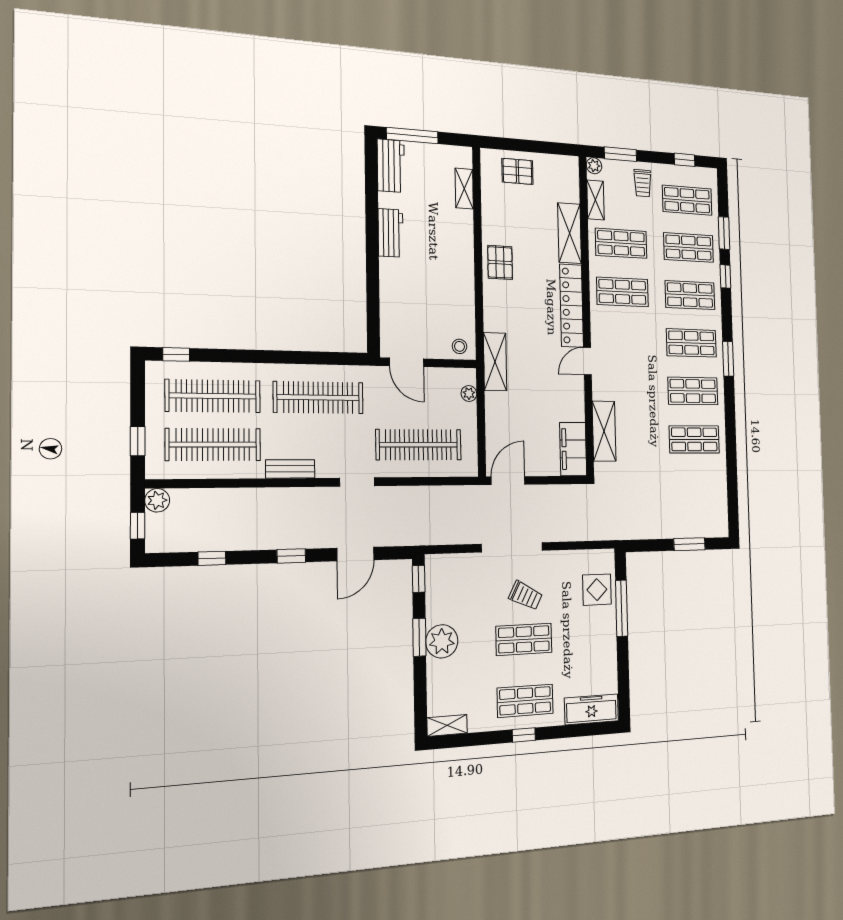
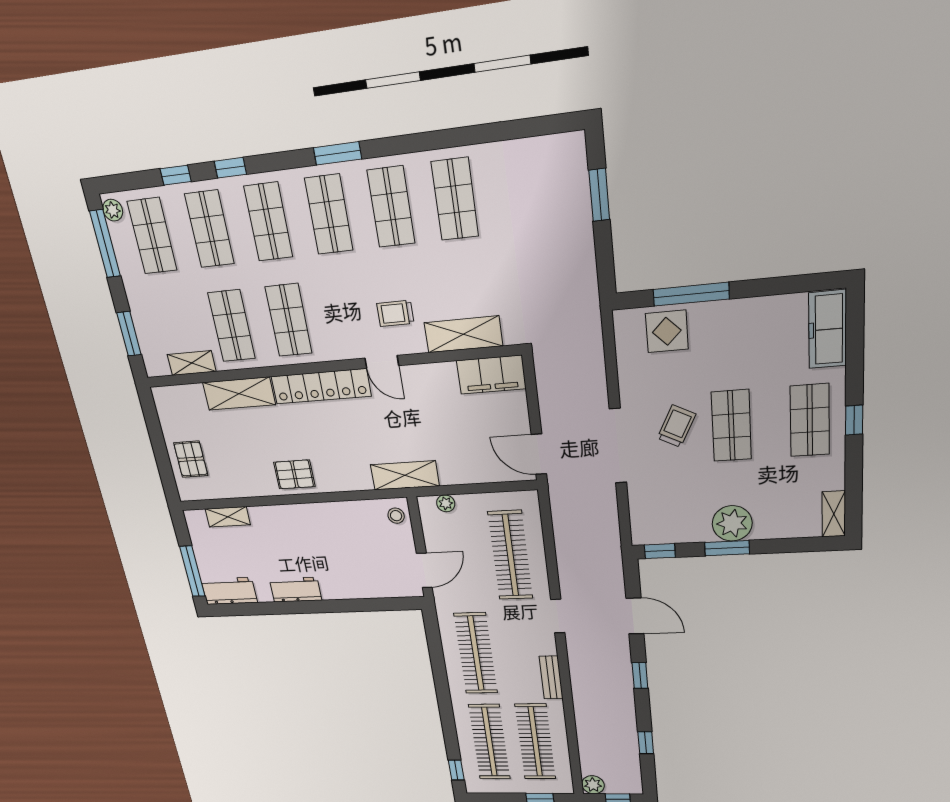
window: (685, 160) -> (105, 244), width x2.17
plant: (594, 166) -> (113, 210), moved
trolley: (643, 183) -> (395, 313), moved, turned 180
window: (724, 233) -> (176, 175), width x0.67

